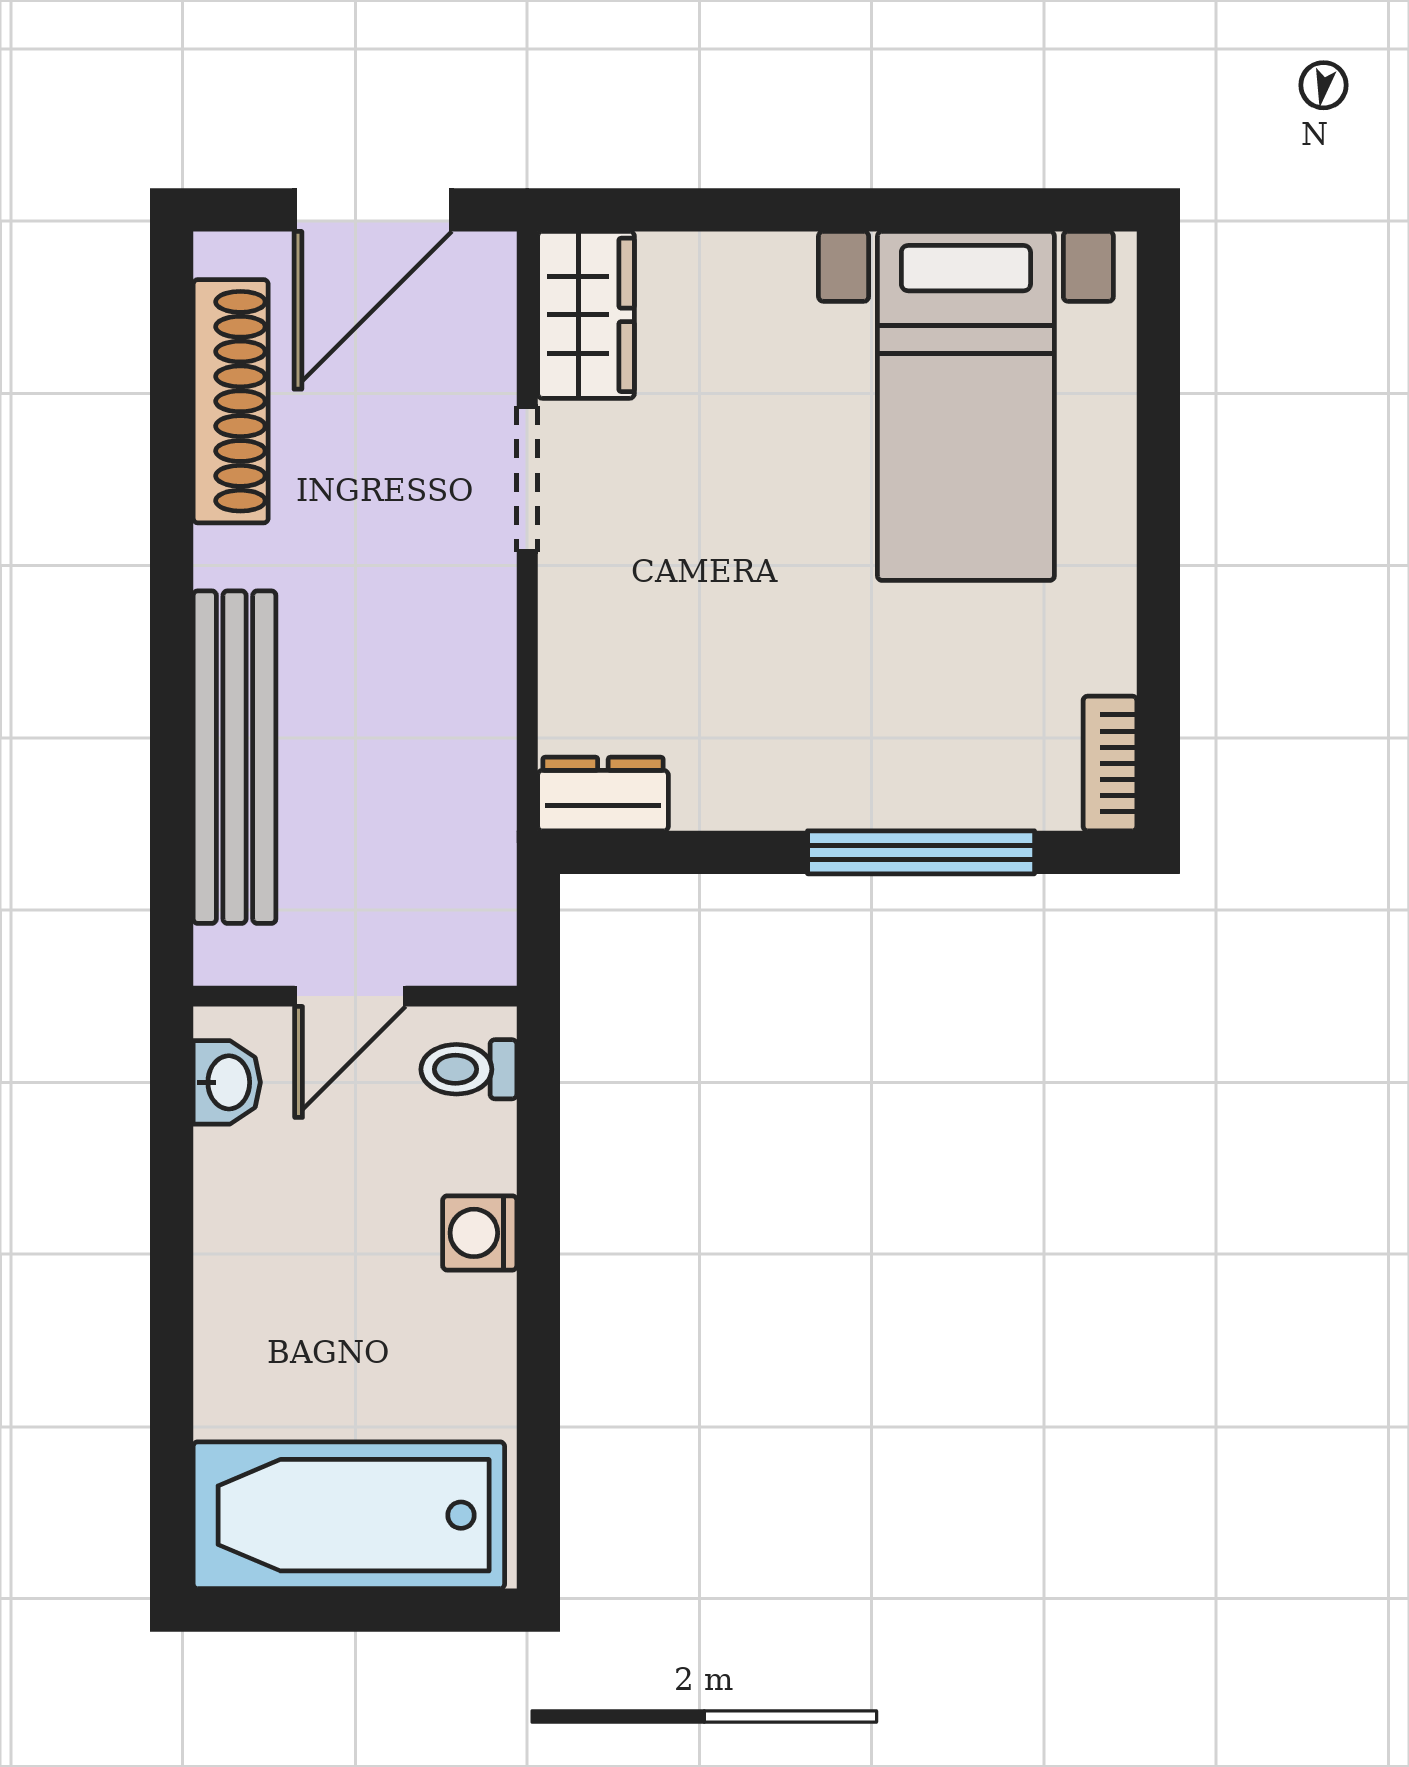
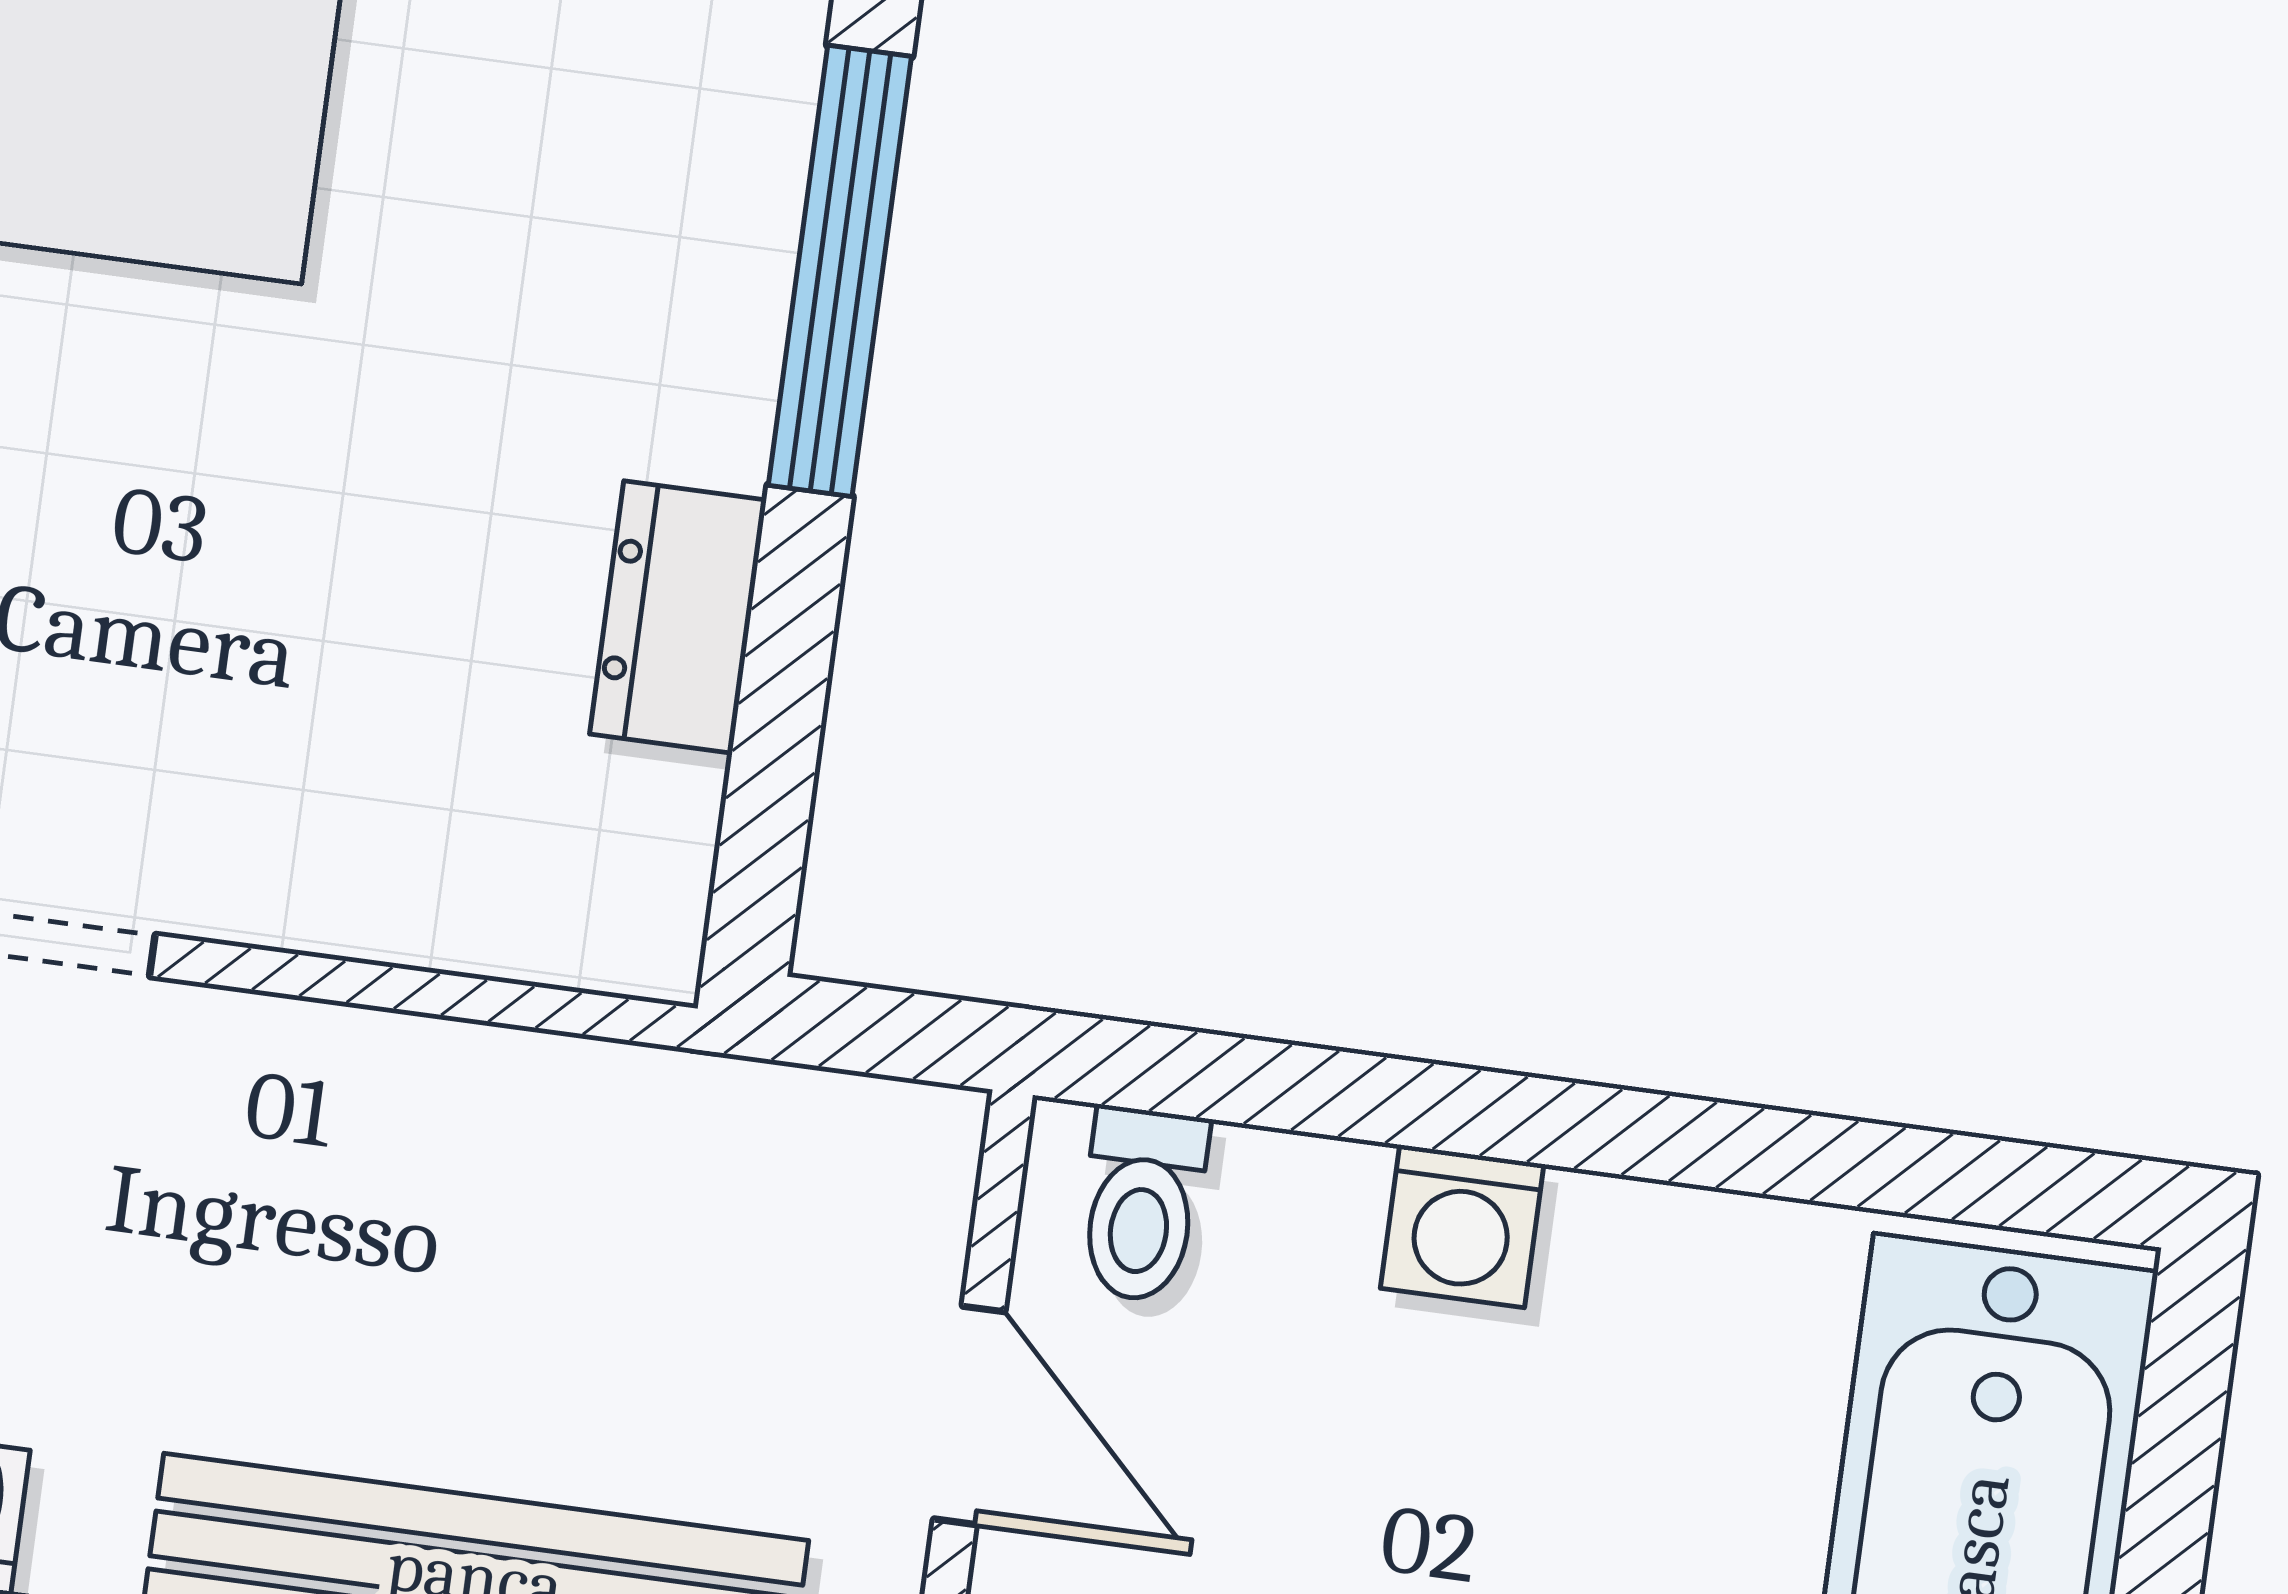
dresser: (603, 794) -> (678, 617), moved

